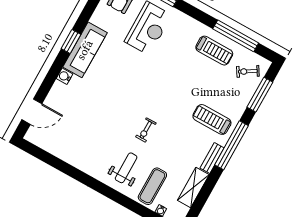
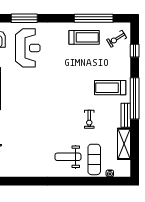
window: (260, 95) -> (135, 51), width x0.46
exercise bike: (146, 130) -> (89, 119), moved
weight bench: (126, 168) -> (68, 157), turned -90

